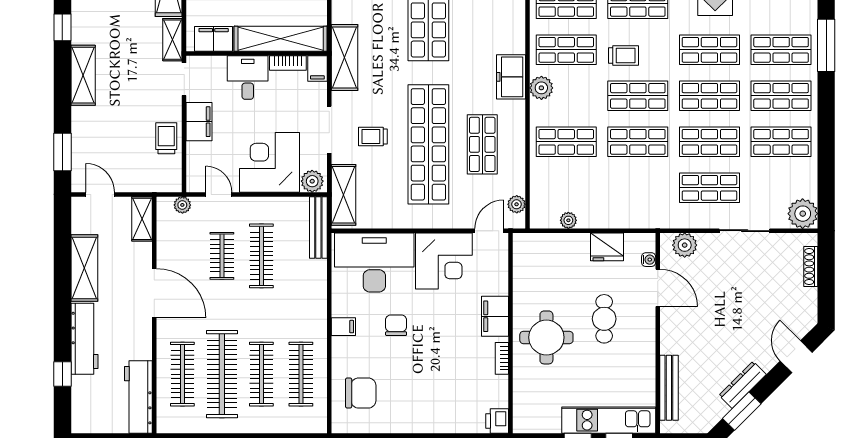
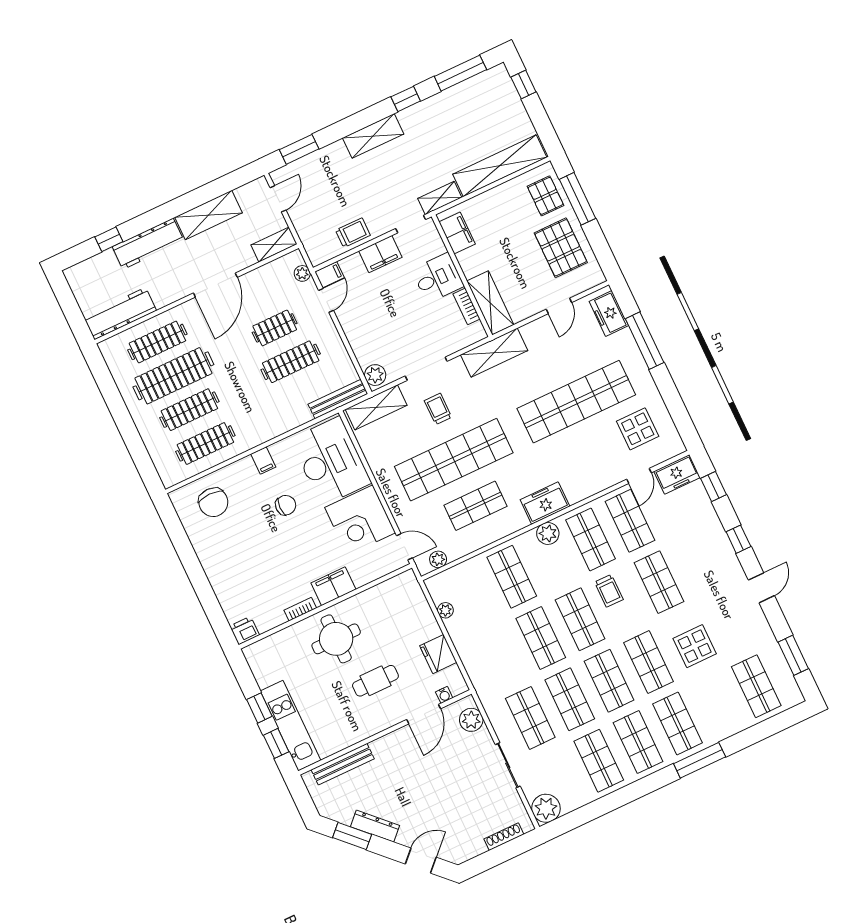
shelving: (281, 39) -> (490, 303), width x0.68
filing cabinet: (317, 68) -> (329, 275), moved, turned 180
corner desk: (270, 162) -> (374, 331), removed

